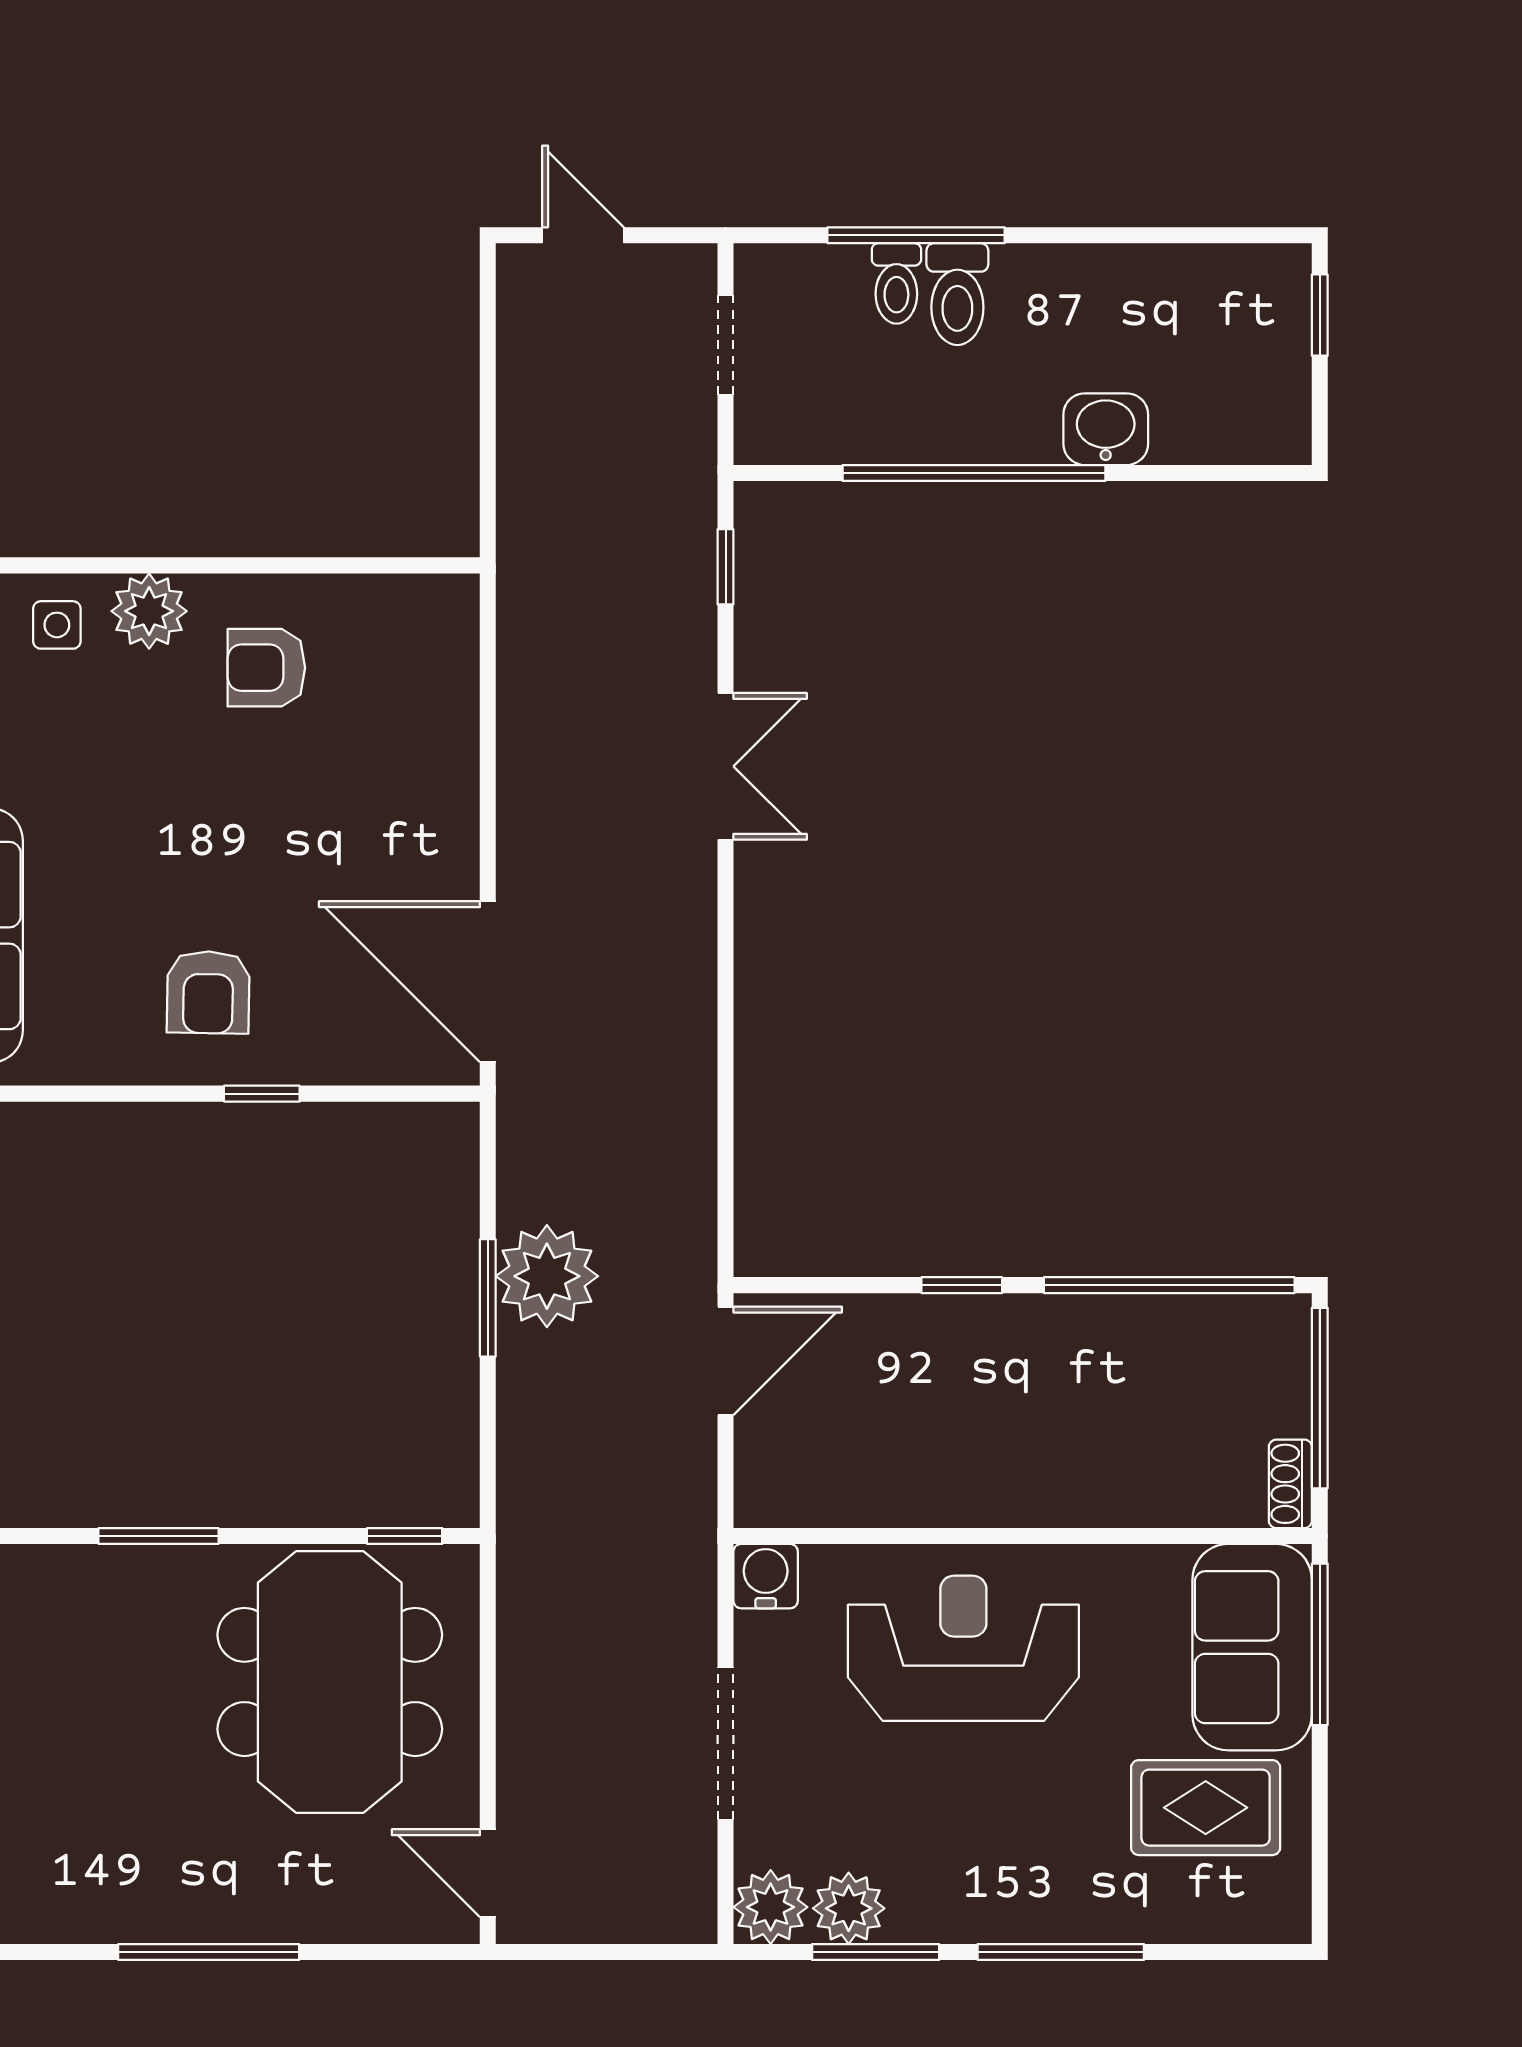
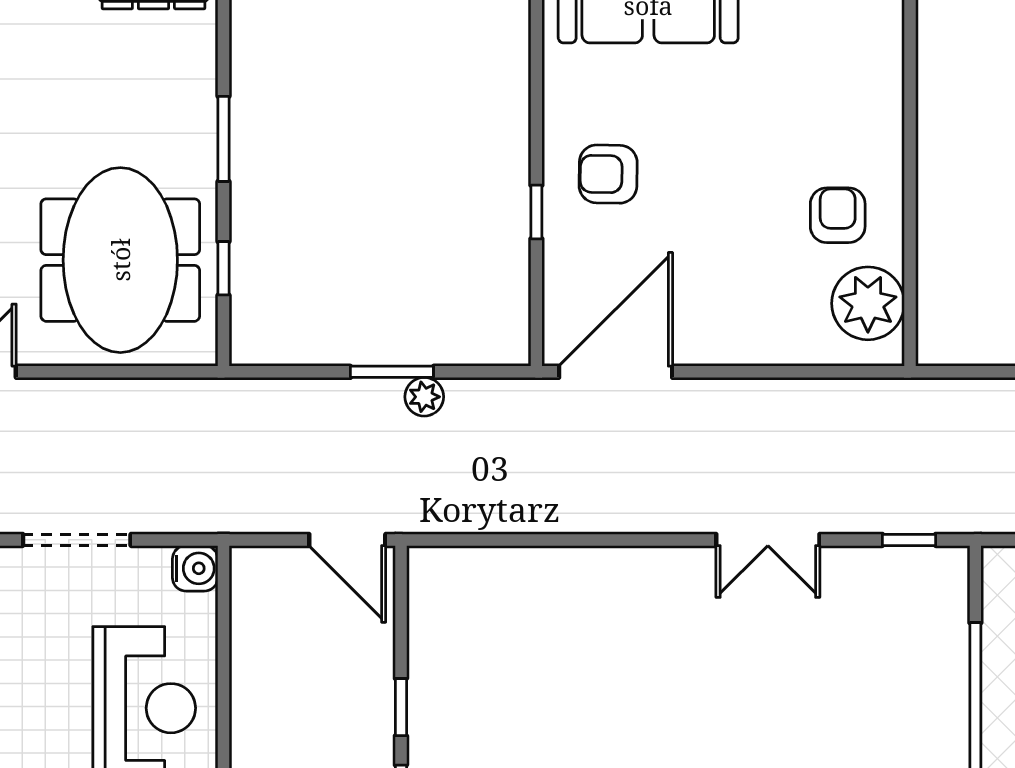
plant: (149, 611) -> (868, 303), moved, width x1.36, depth x1.36
side table: (57, 625) -> (868, 67), removed
plant: (547, 1276) -> (424, 397), width x0.53, depth x0.53
window: (405, 1536) -> (223, 268), moved
meeting table: (330, 1682) -> (120, 260), turned 90

